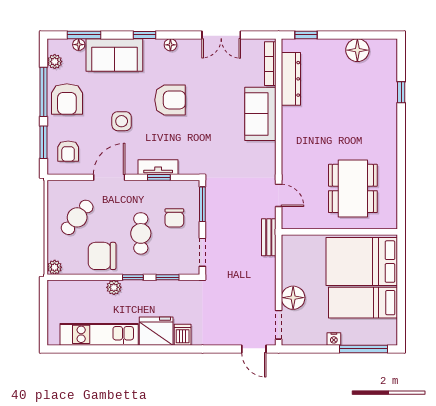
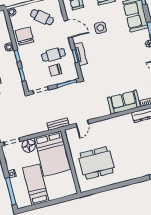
armchair: (170, 100) -> (119, 51), removed
cafe table: (141, 233) -> (53, 55), moved
bed: (362, 262) -> (52, 154), moved, turned 180

